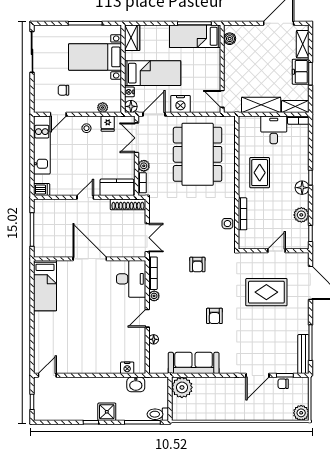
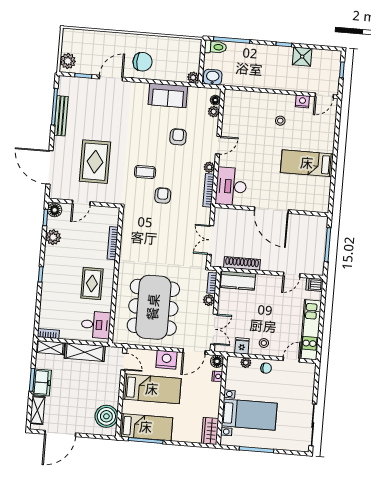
boiler: (230, 39) -> (106, 416), width x1.86, depth x1.86
bed: (153, 73) -> (152, 389), moved, turned 180
chair: (63, 90) -> (266, 368), moved
desk: (274, 130) -> (96, 325), moved, turned -90
floor lamp: (302, 188) -> (55, 210), moved
door: (85, 197) -> (292, 275), moved
shoe rack: (128, 204) -> (242, 263), moved
side table: (227, 224) -> (129, 235), removed
double door: (147, 238) -> (210, 240), moved
bed: (45, 286) -> (307, 163), moved, turned -90
coffee table: (217, 286) -> (145, 172), added
rug: (266, 292) -> (95, 162), turned 90
armchair: (214, 316) -> (178, 137), moved
floor lamp: (154, 339) -> (215, 100), moved
stool: (88, 347) -> (280, 121), added
plant: (154, 351) -> (214, 112), added
bench: (303, 354) -> (61, 116), moved
sofa: (194, 363) -> (168, 95), width x0.73
nightstand: (127, 368) -> (302, 101), moved
washbasin: (136, 384) -> (213, 77), moved
chair: (283, 384) -> (143, 62), moved, width x1.87, depth x1.87
plant: (182, 387) -> (193, 77), width x0.53, depth x0.53
shower: (107, 412) -> (302, 57), moved
plant: (301, 413) -> (68, 61), moved

